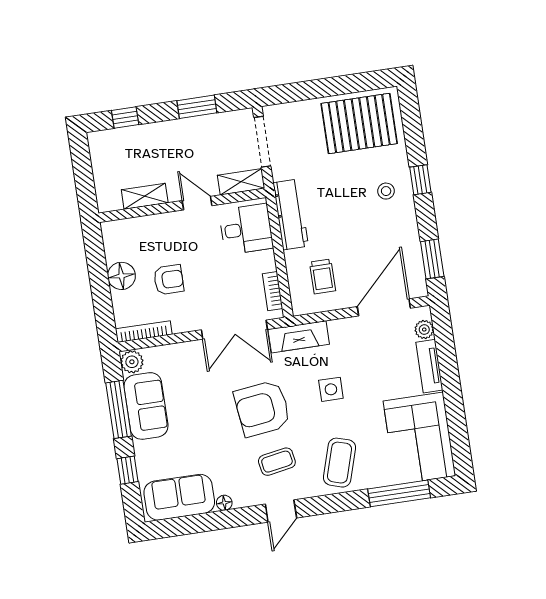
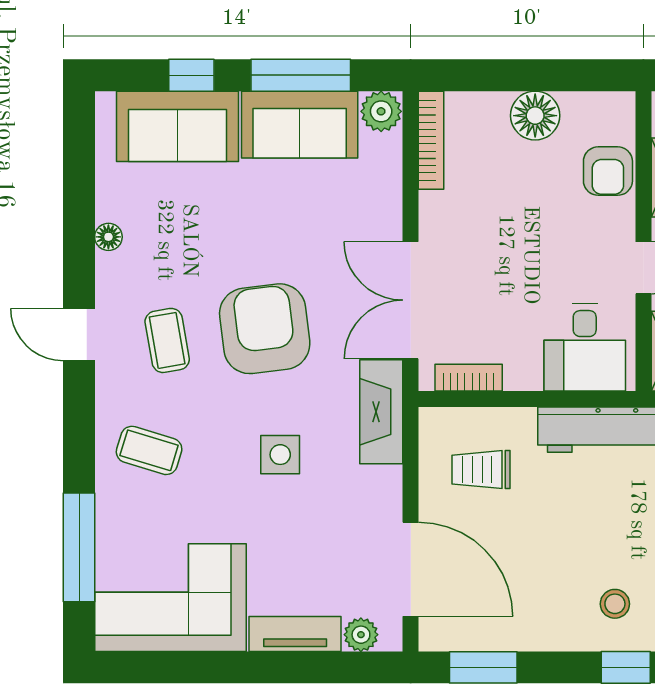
armchair: (169, 280) -> (608, 171), moved
coffee table: (339, 463) -> (149, 450), width x0.73, depth x0.77
sofa: (179, 497) -> (177, 126), moved, turned 90

